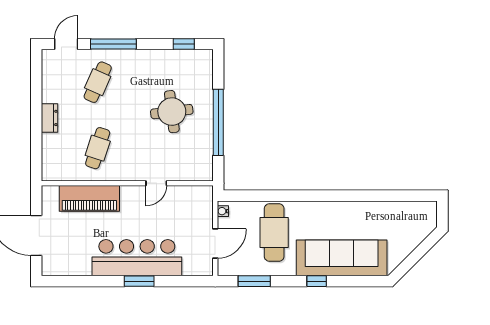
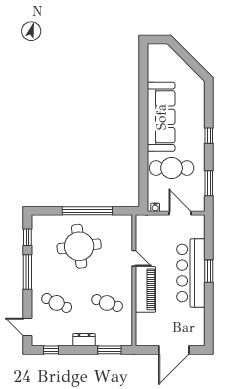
window: (113, 44) -> (27, 272), moved
window: (36, 75) -> (51, 350), added
round table: (172, 112) -> (79, 246), width x1.36, depth x1.36
window: (36, 151) -> (109, 350), added
piano: (89, 198) -> (145, 289), moved
sofa: (342, 258) -> (161, 117), moved, turned 180

